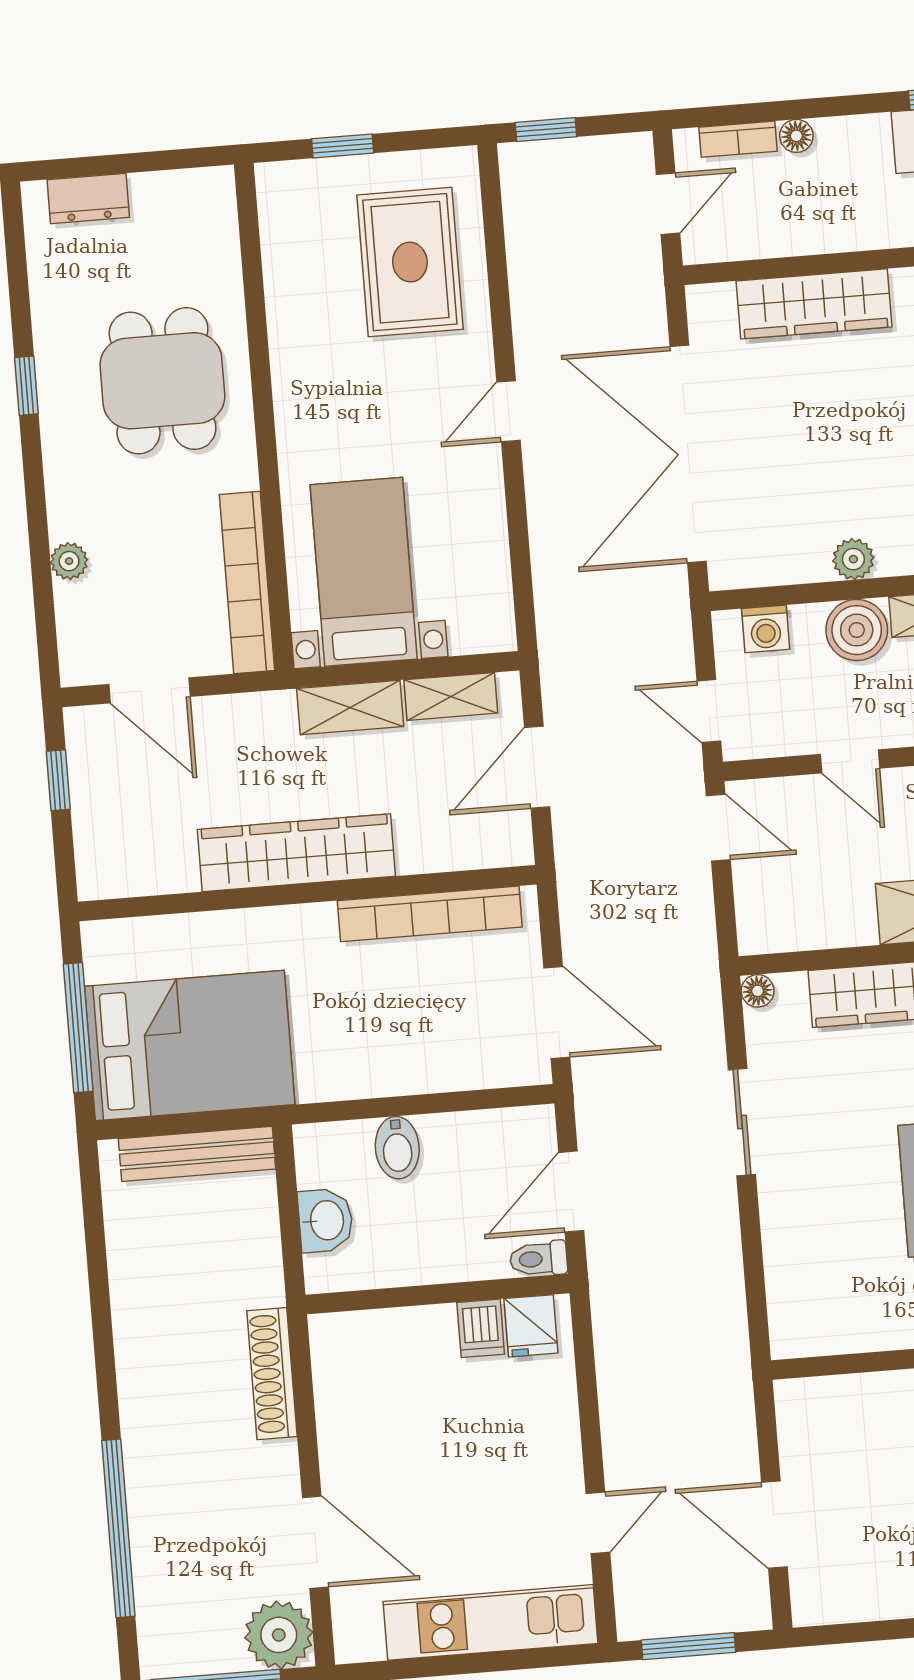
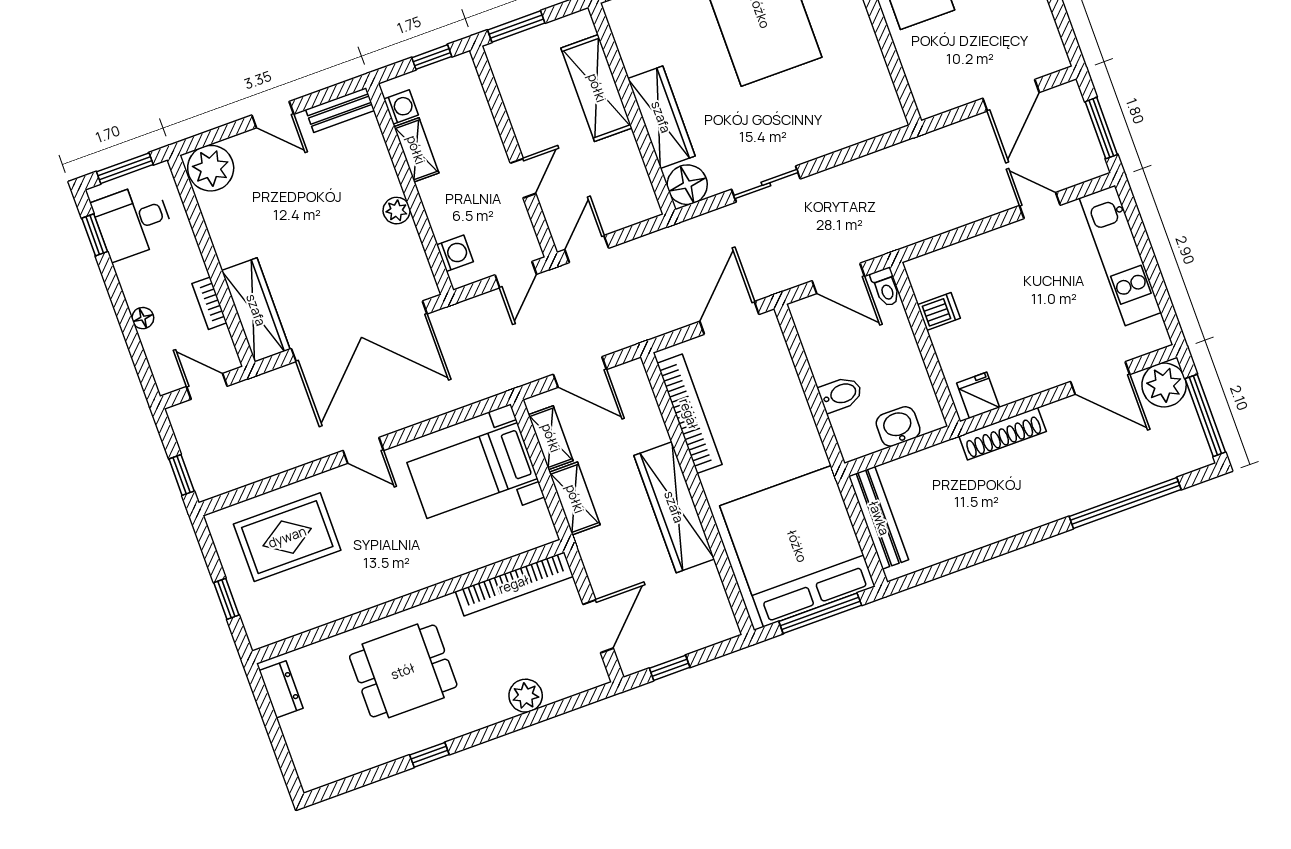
bookcase: (738, 139) -> (209, 303), moved, turned 180
dresser: (88, 198) -> (281, 689), moved
wardrobe: (814, 304) -> (256, 310), moved
plant: (69, 561) -> (526, 696), width x1.38, depth x1.38
bed with nightstands: (364, 572) -> (472, 470), moved
boiler: (857, 630) -> (440, 196), removed
floor lamp: (758, 991) -> (687, 185), width x1.89, depth x1.89
bed: (190, 1045) -> (797, 546), width x1.36
fridge: (531, 1326) -> (978, 395), moved, turned -90
door: (315, 1542) -> (1100, 378), swing flipped

